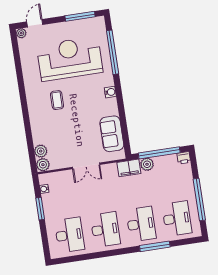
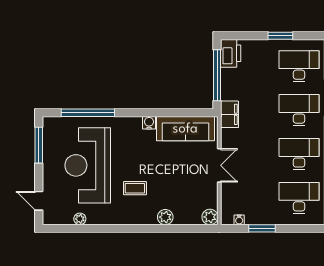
plant: (21, 33) -> (80, 219), moved
water cooler: (110, 92) -> (149, 123), moved
sofa: (112, 134) -> (185, 129), width x1.36
plant: (41, 151) -> (165, 217), moved
printer: (184, 158) -> (231, 53), width x1.87, depth x1.48
plant: (147, 164) -> (228, 92), removed
window: (199, 199) -> (280, 36), width x0.47

